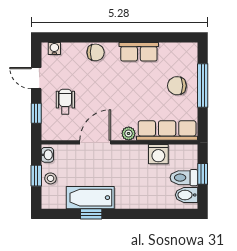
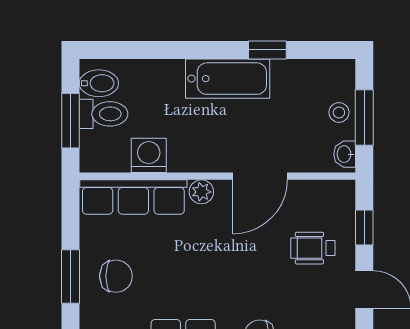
window: (203, 86) -> (70, 276), width x0.69
wheelchair: (65, 102) -> (313, 248), turned 90
window: (203, 174) -> (70, 121), width x1.50
window: (36, 176) -> (364, 117), width x1.50
bathtub: (90, 198) -> (228, 79), moved

